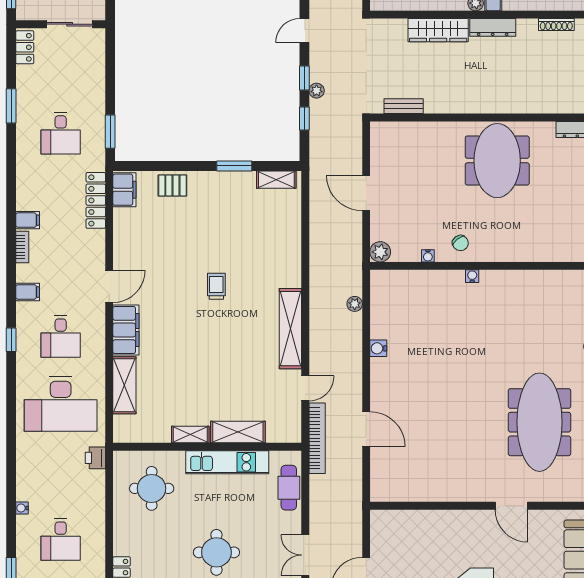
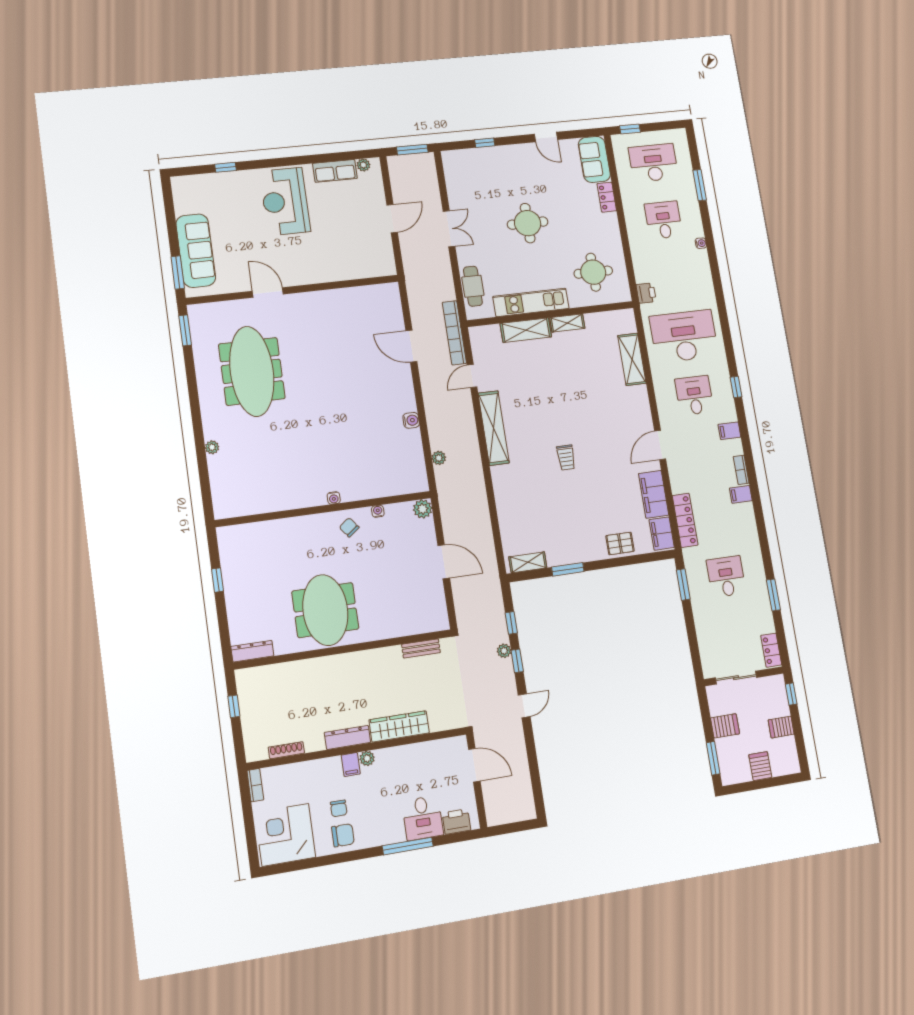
filing cabinet: (126, 330) -> (654, 494), moved

